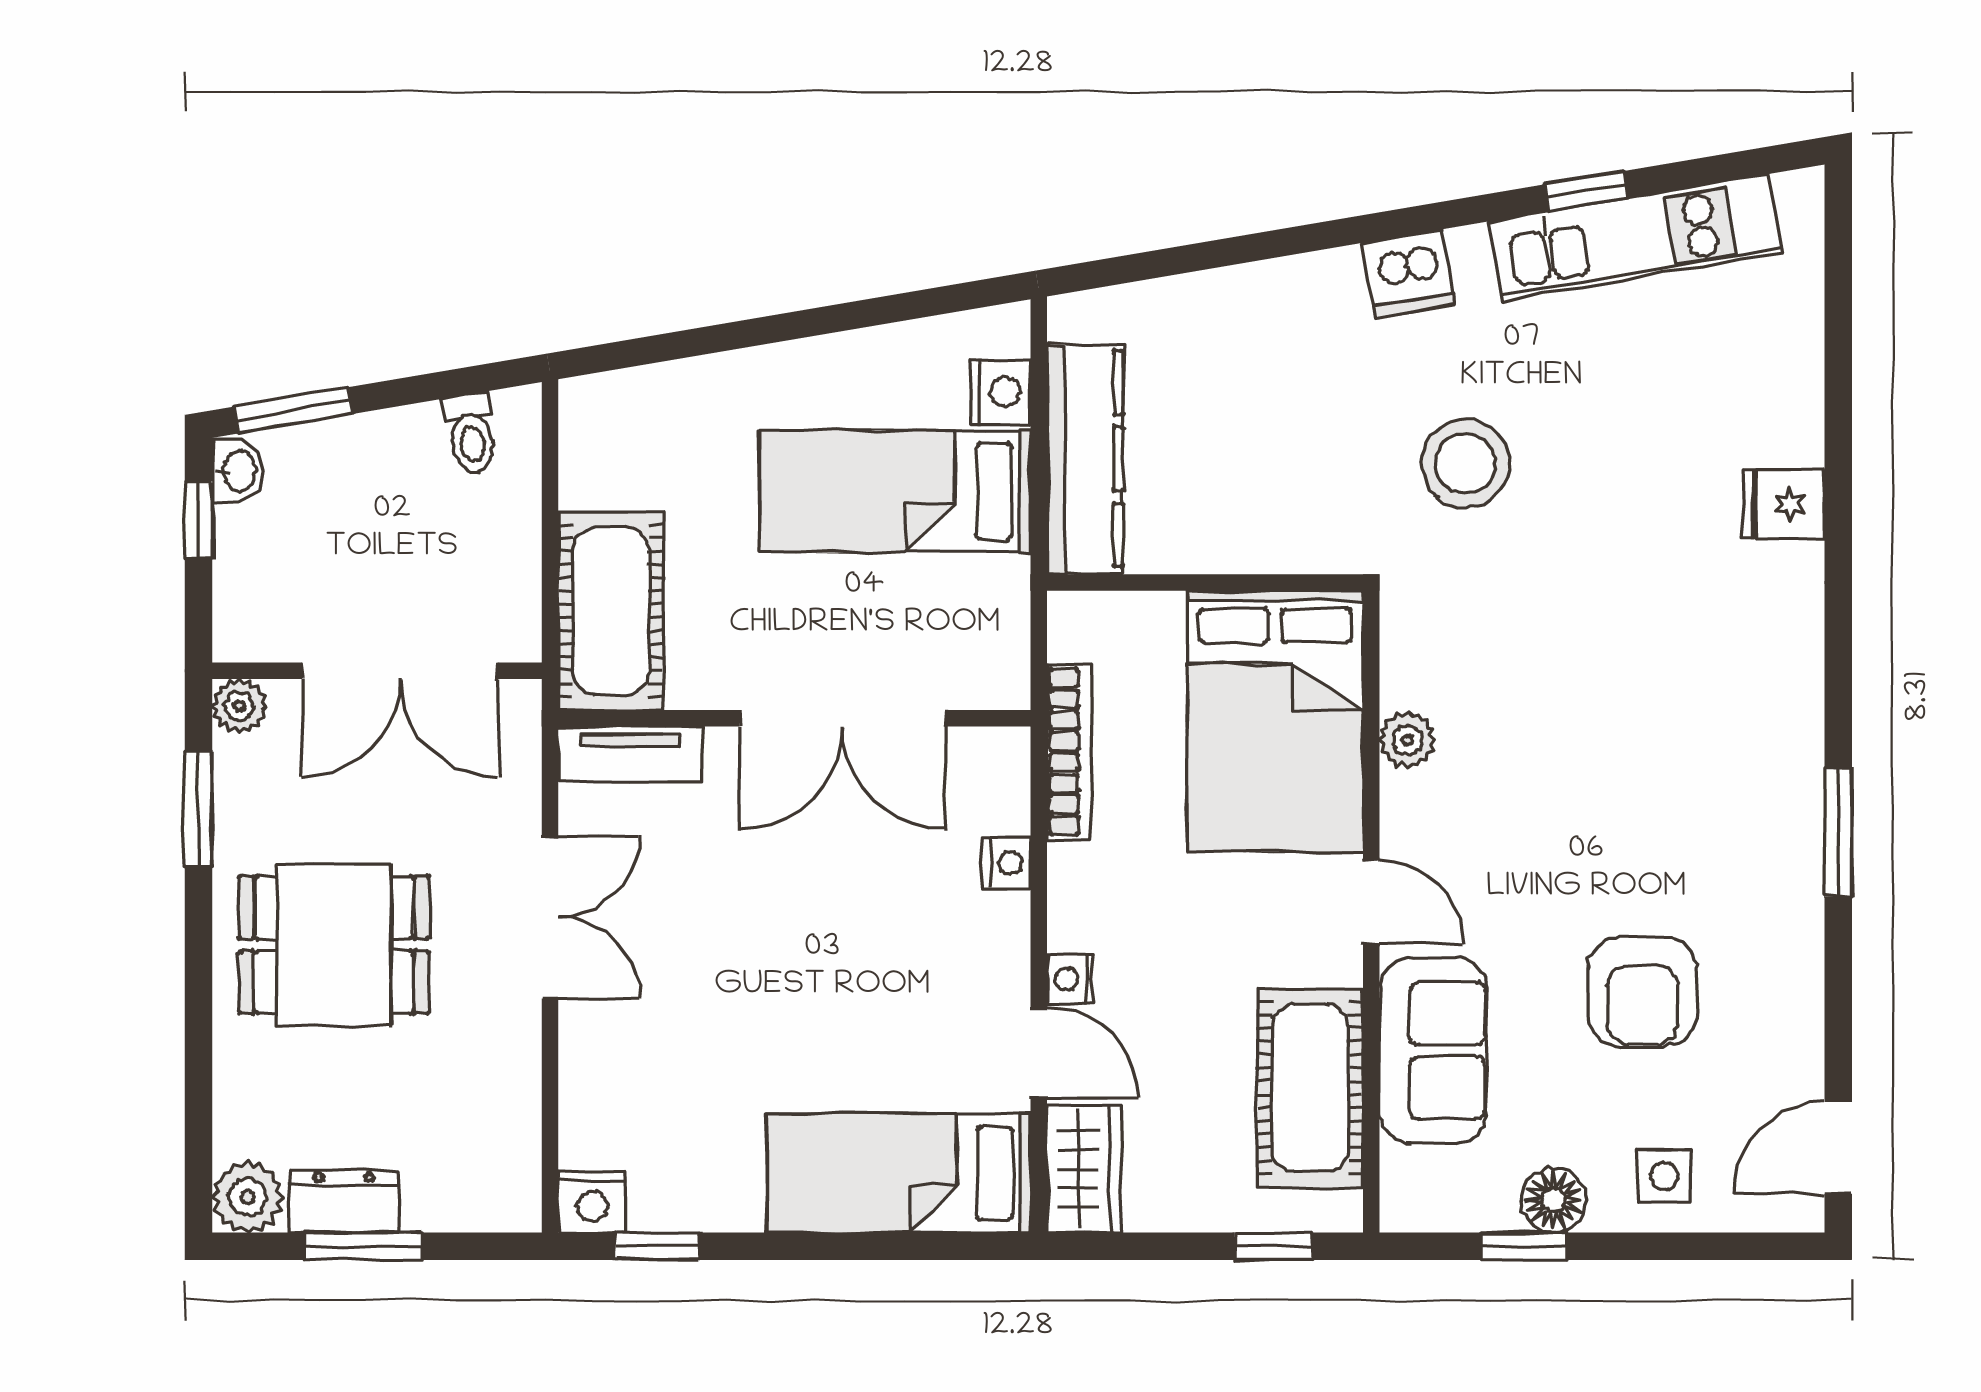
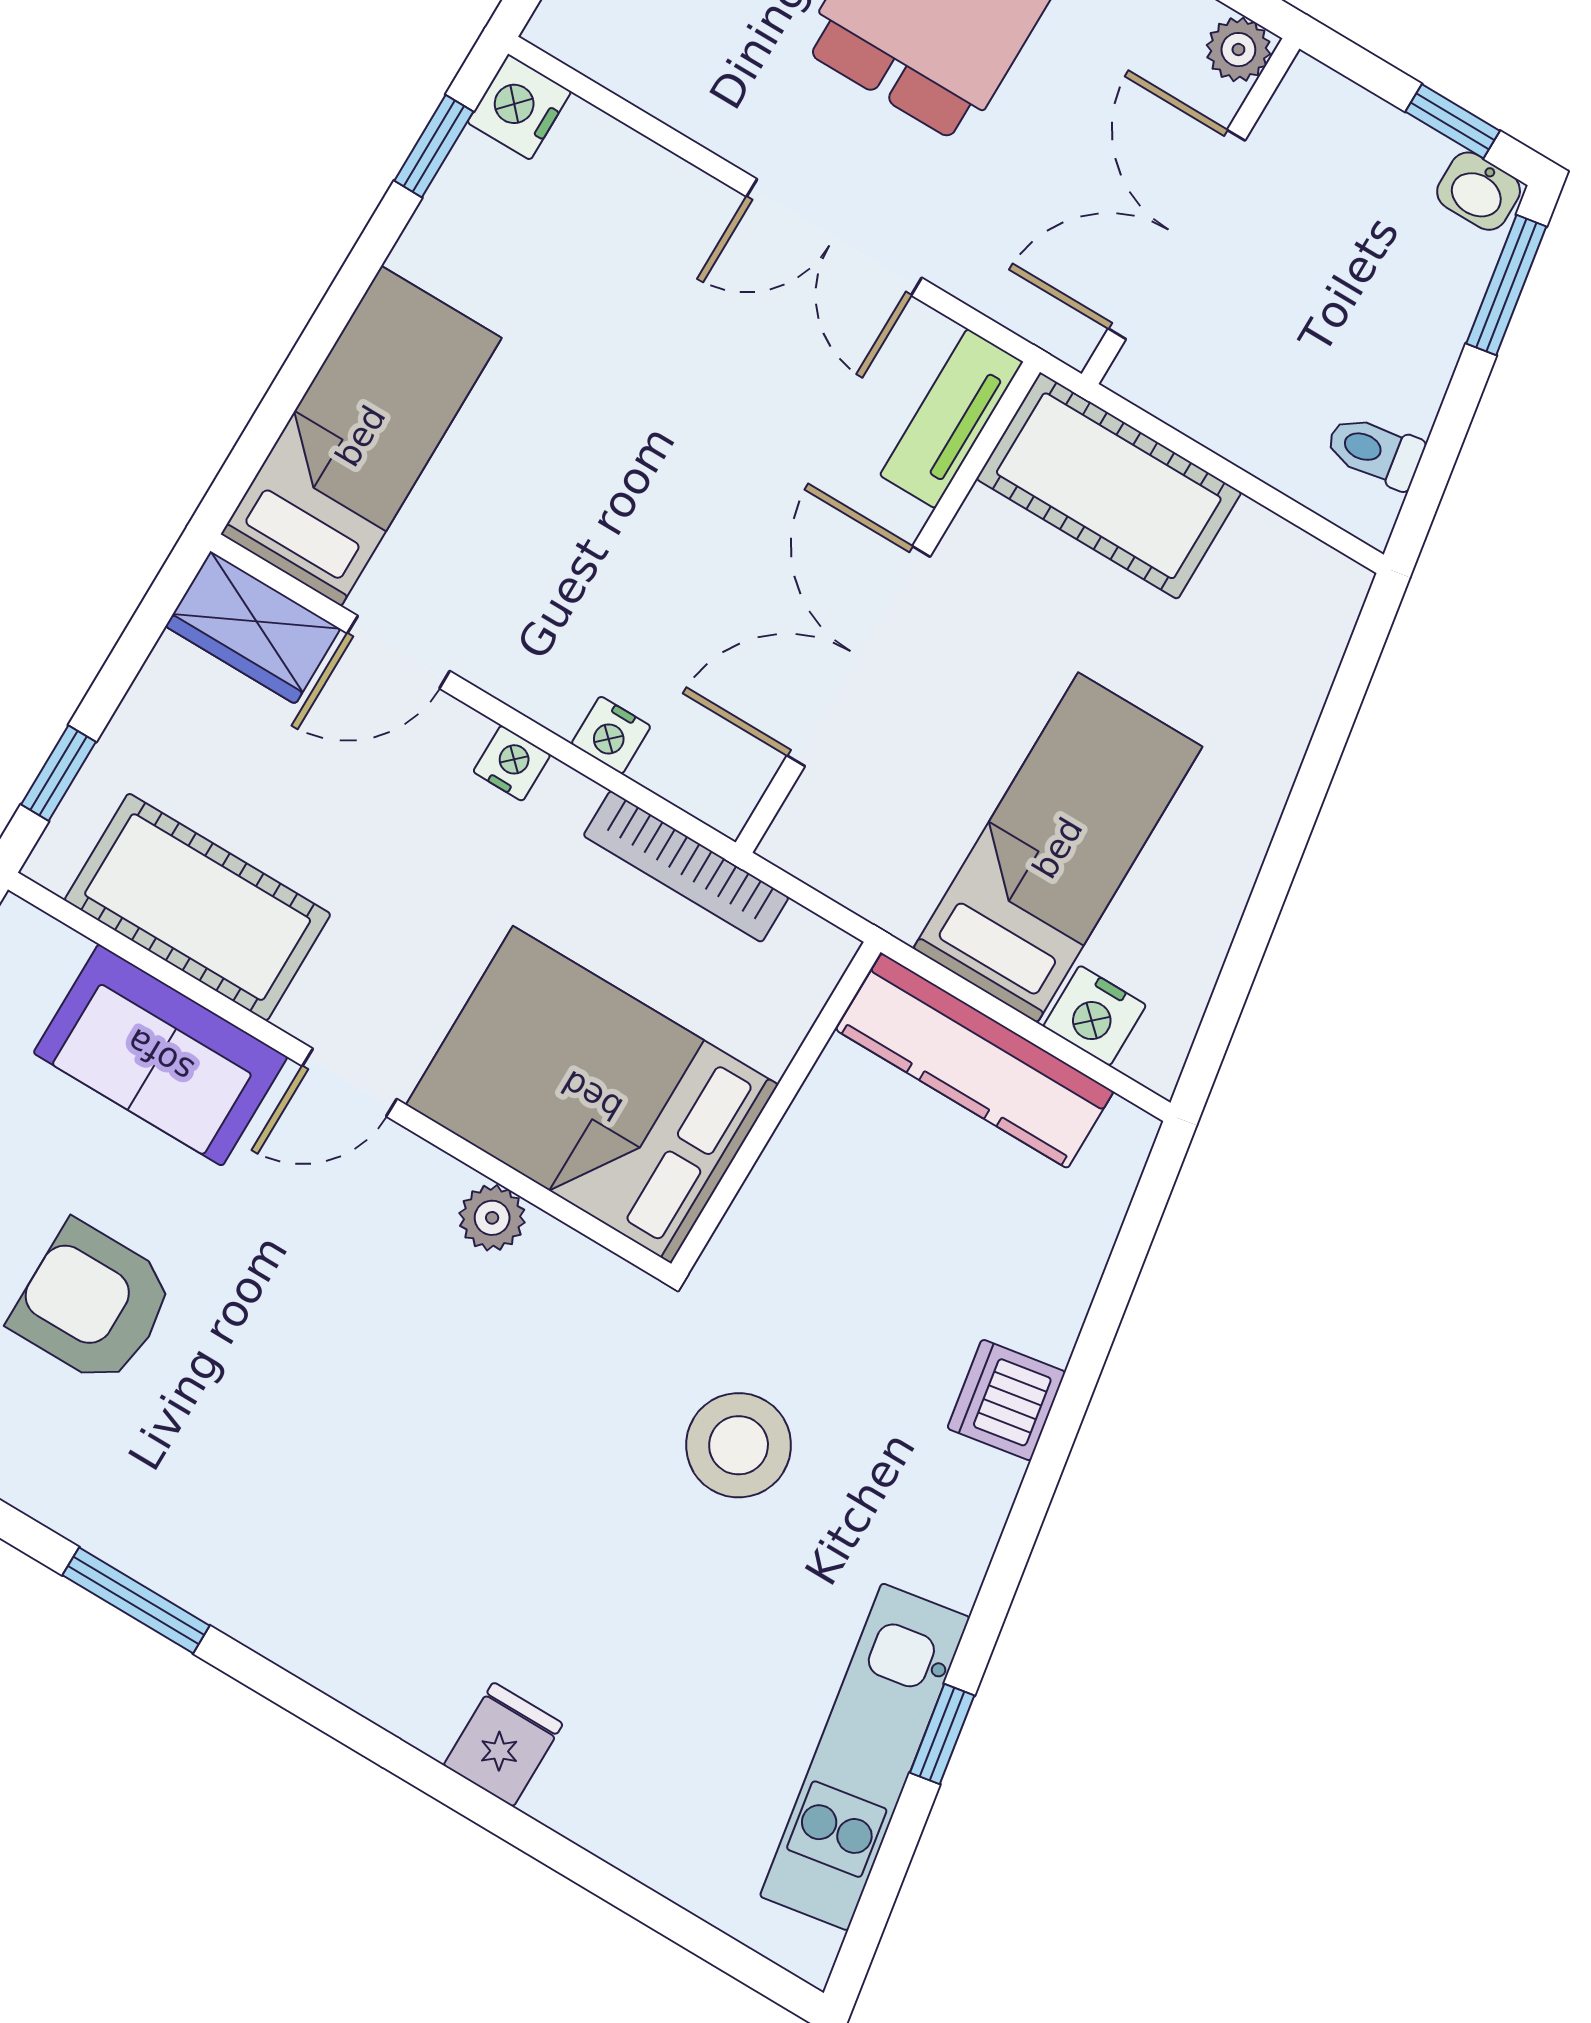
dishwasher: (1409, 274) -> (1006, 1400), moved
nightstand: (1070, 979) -> (512, 763), moved

